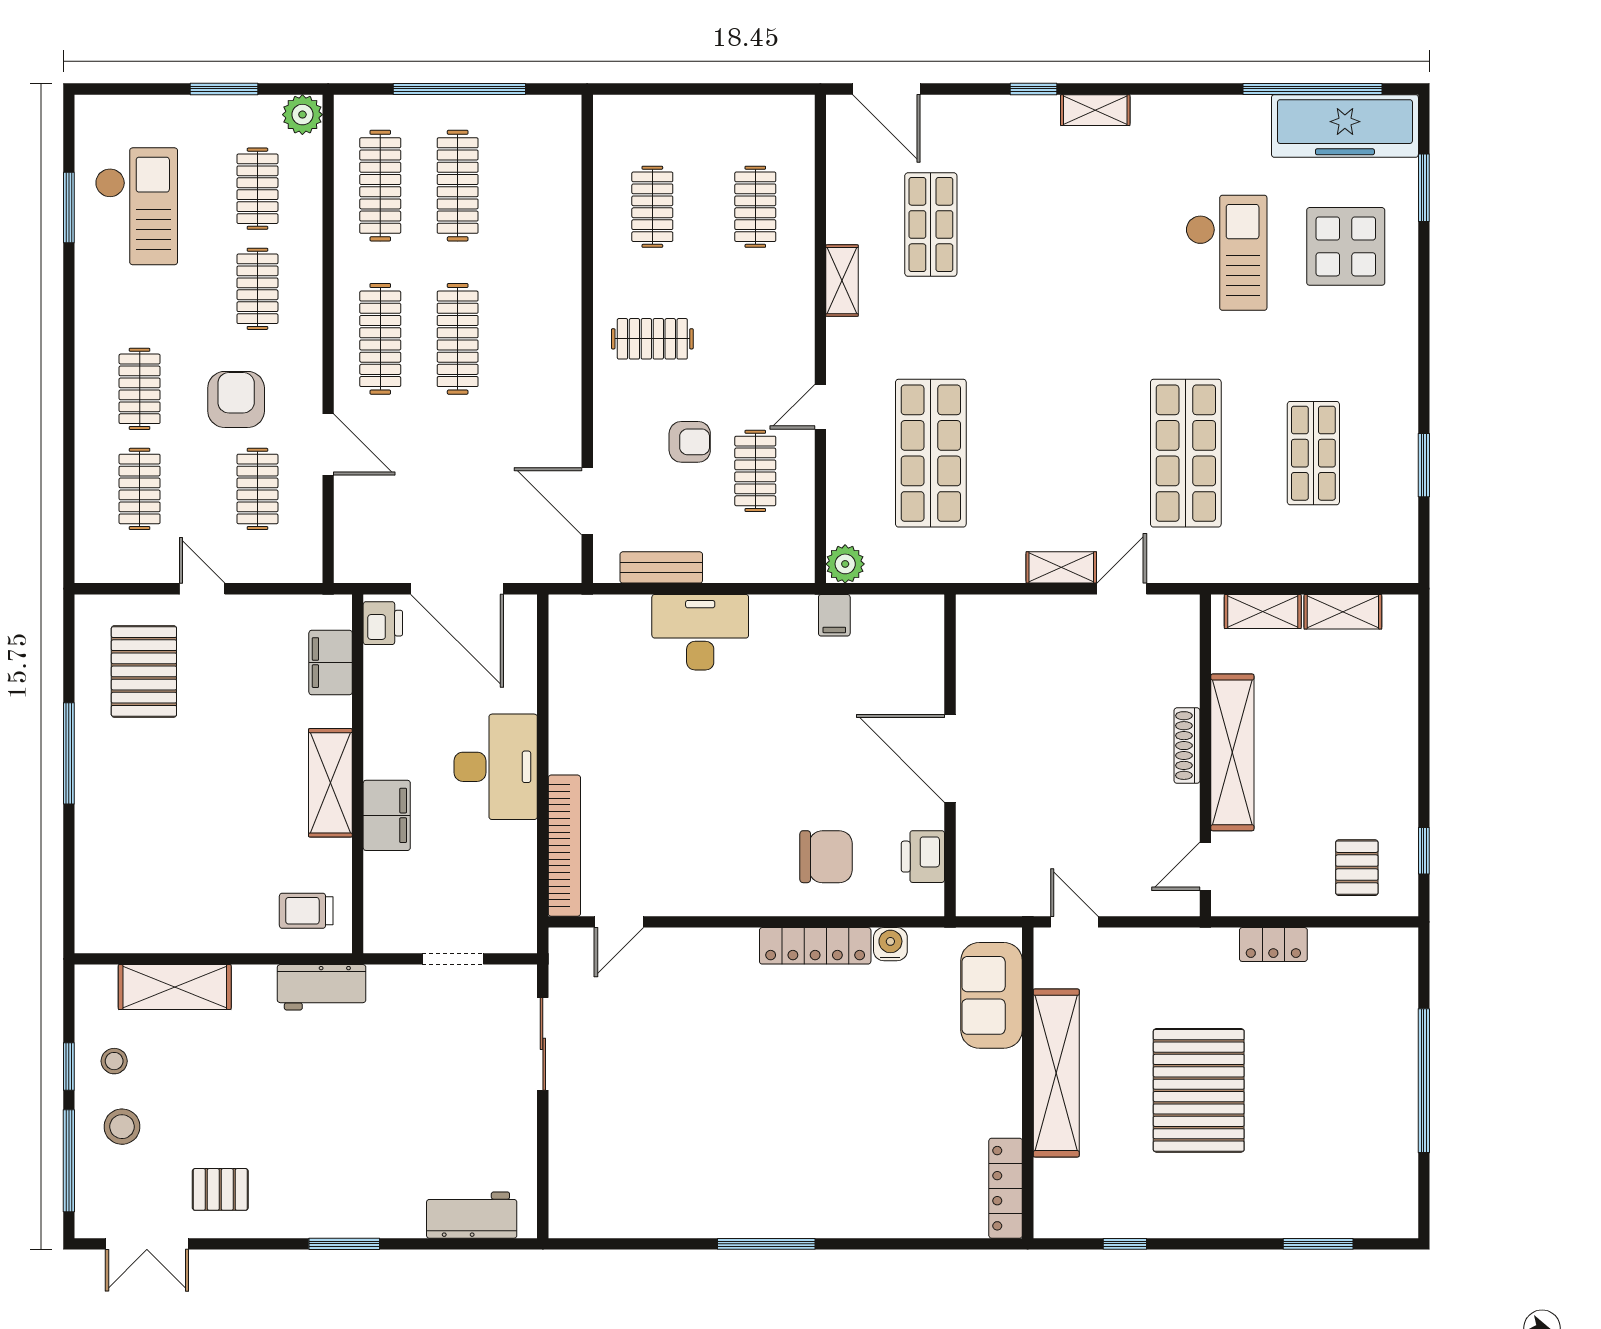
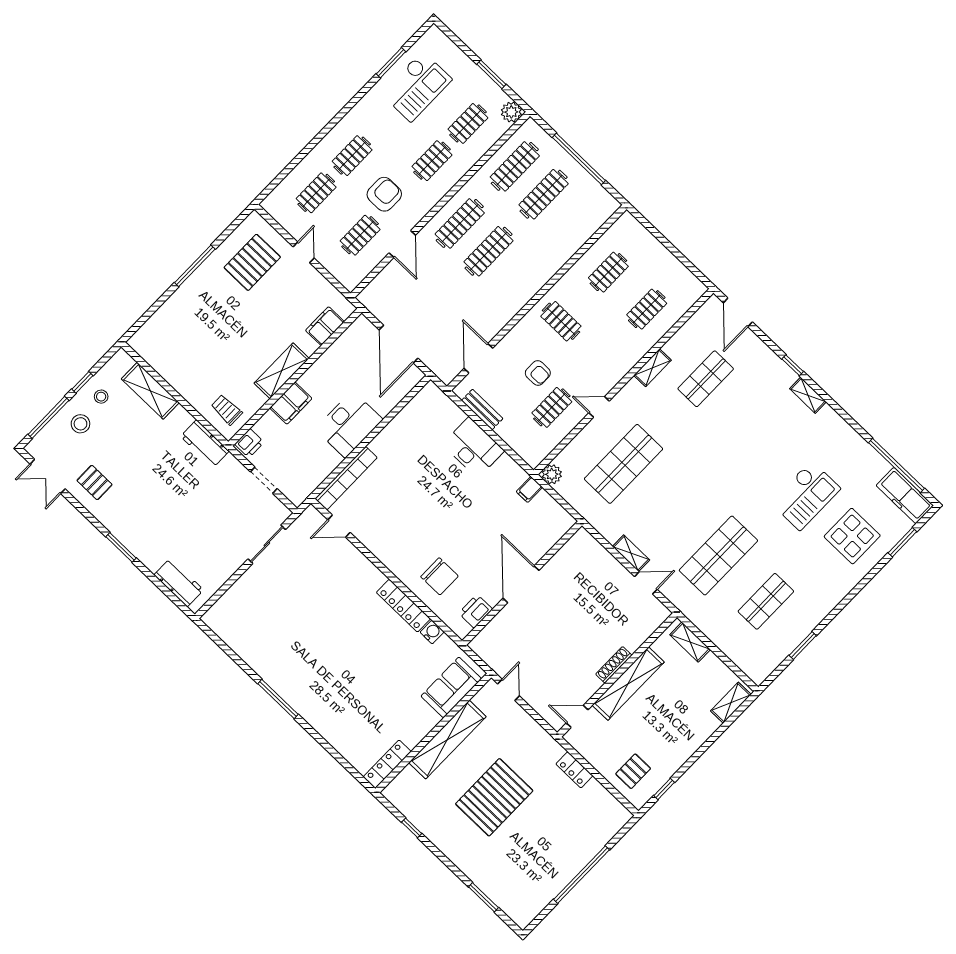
freezer: (1345, 126) -> (905, 496), width x0.73, depth x0.79
shelving: (1343, 612) -> (731, 703), moved, turned 90
printer: (383, 623) -> (249, 443), moved

